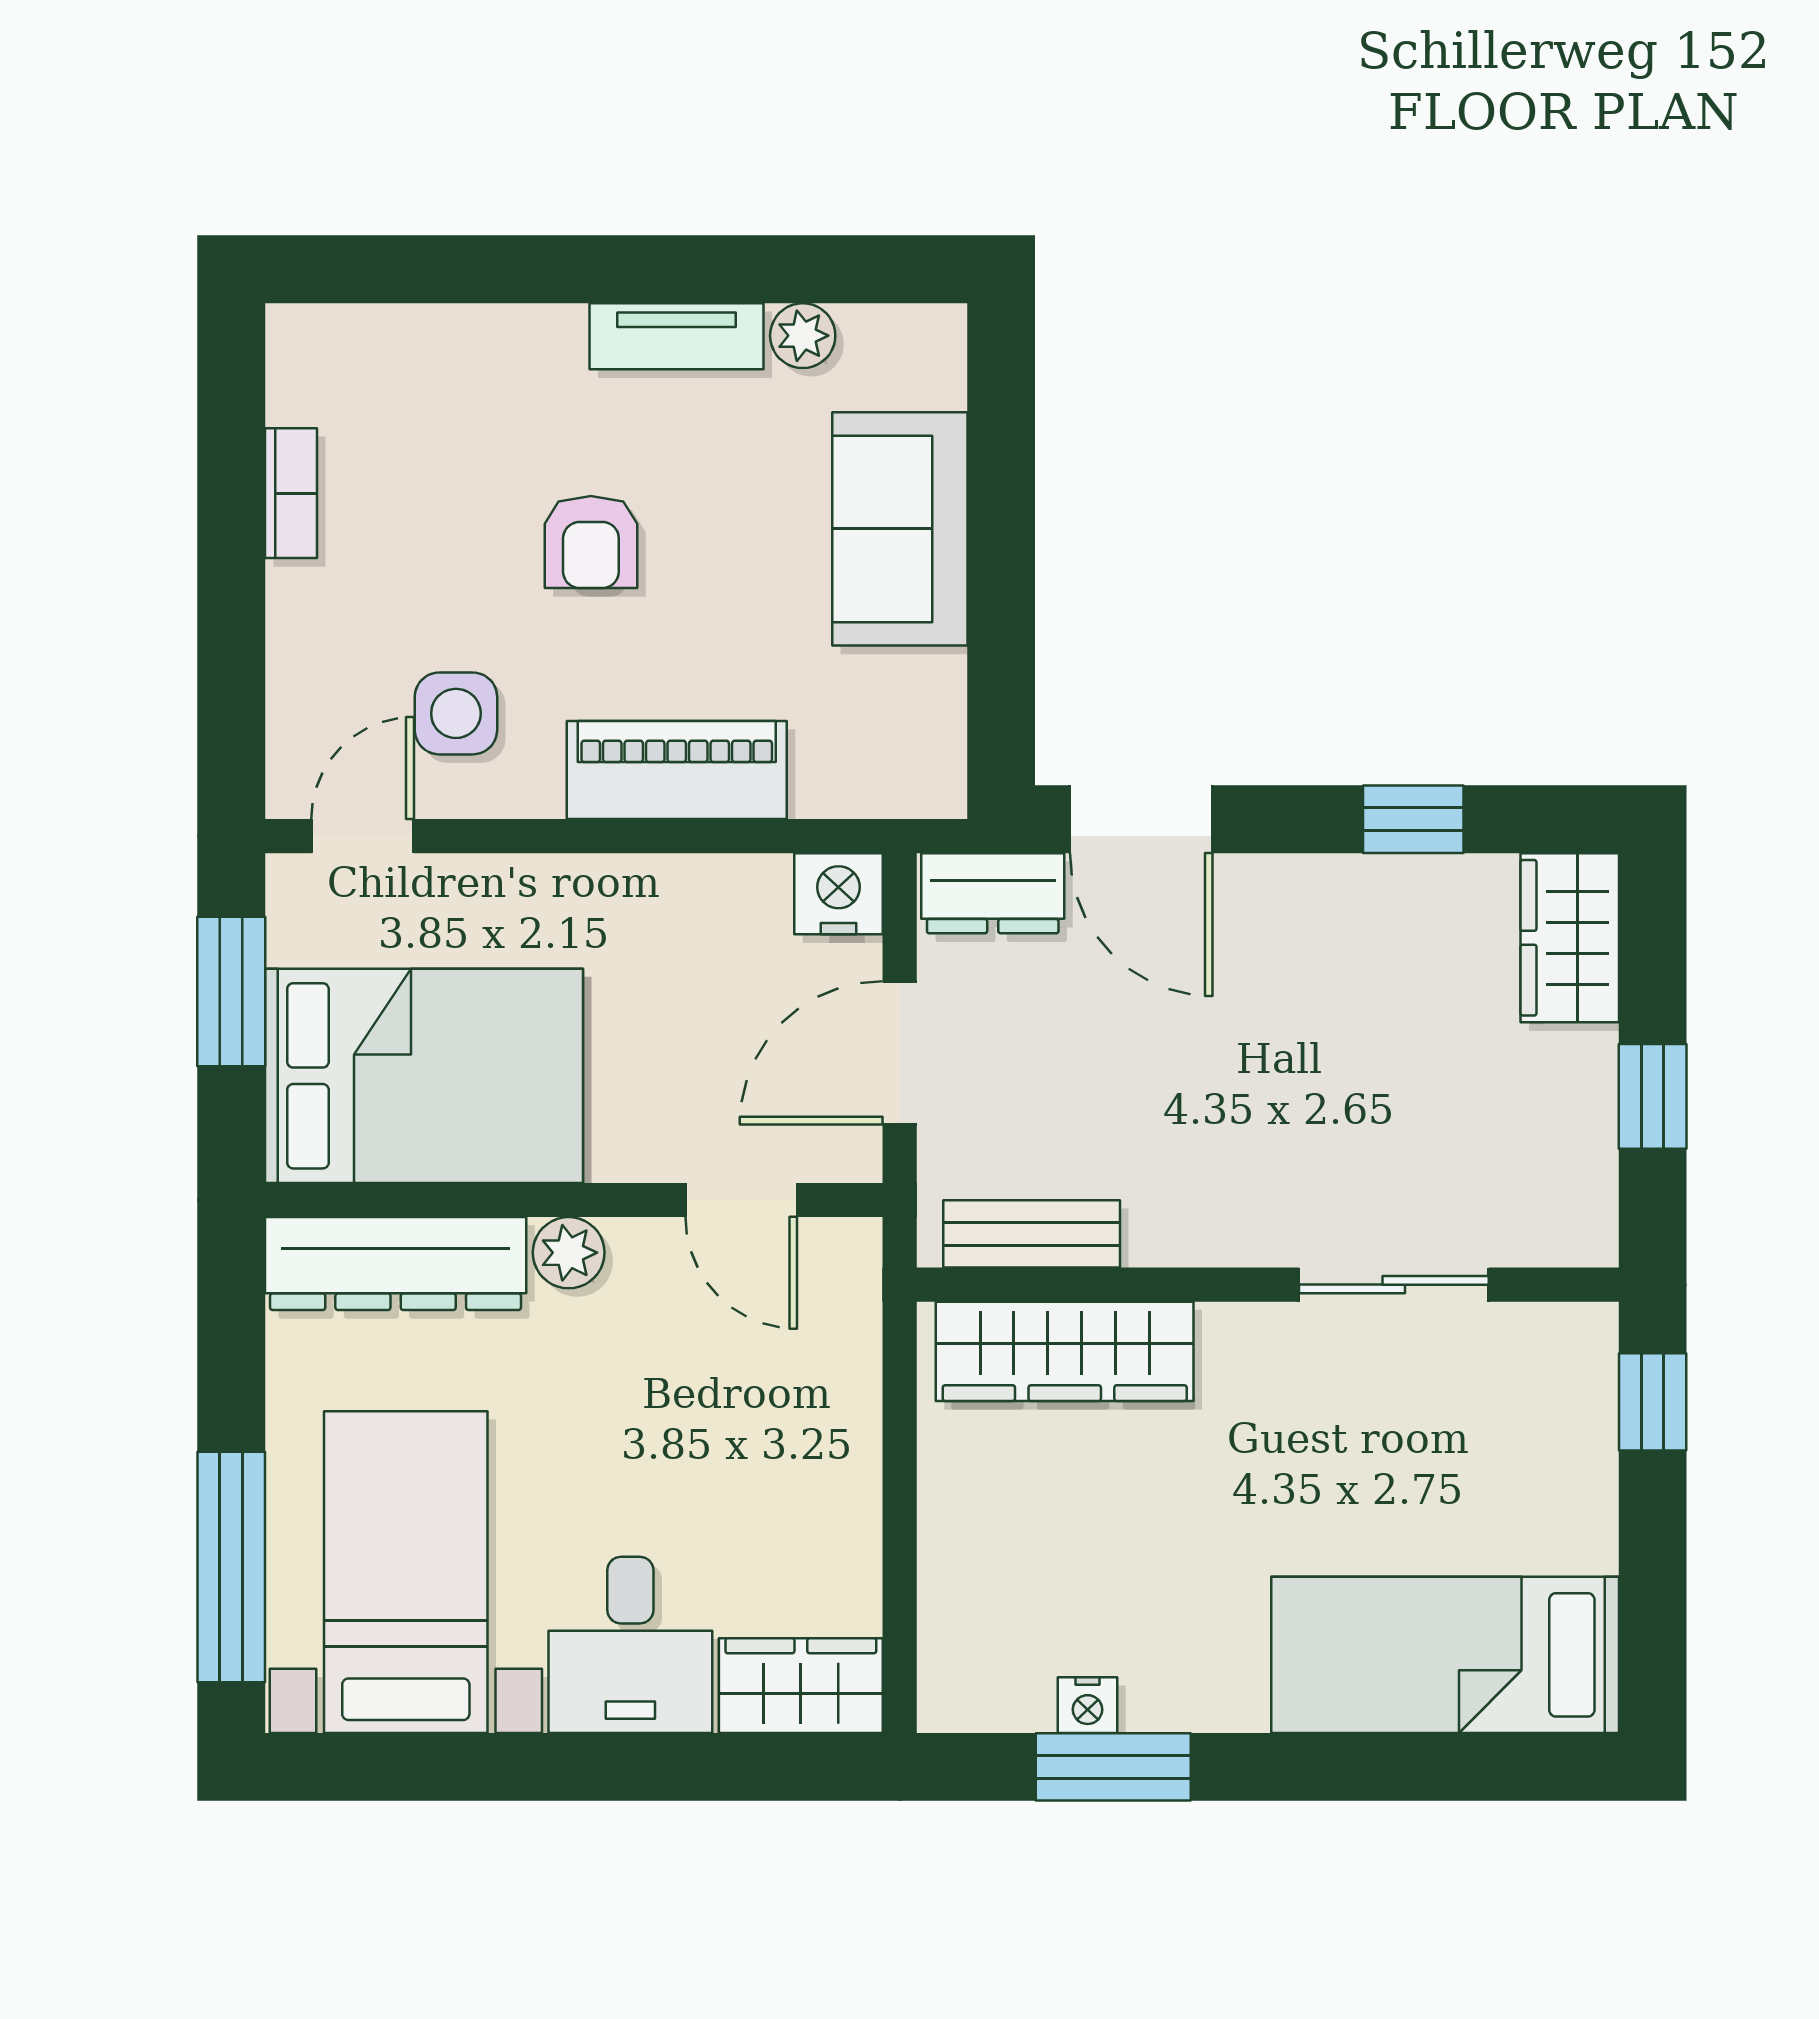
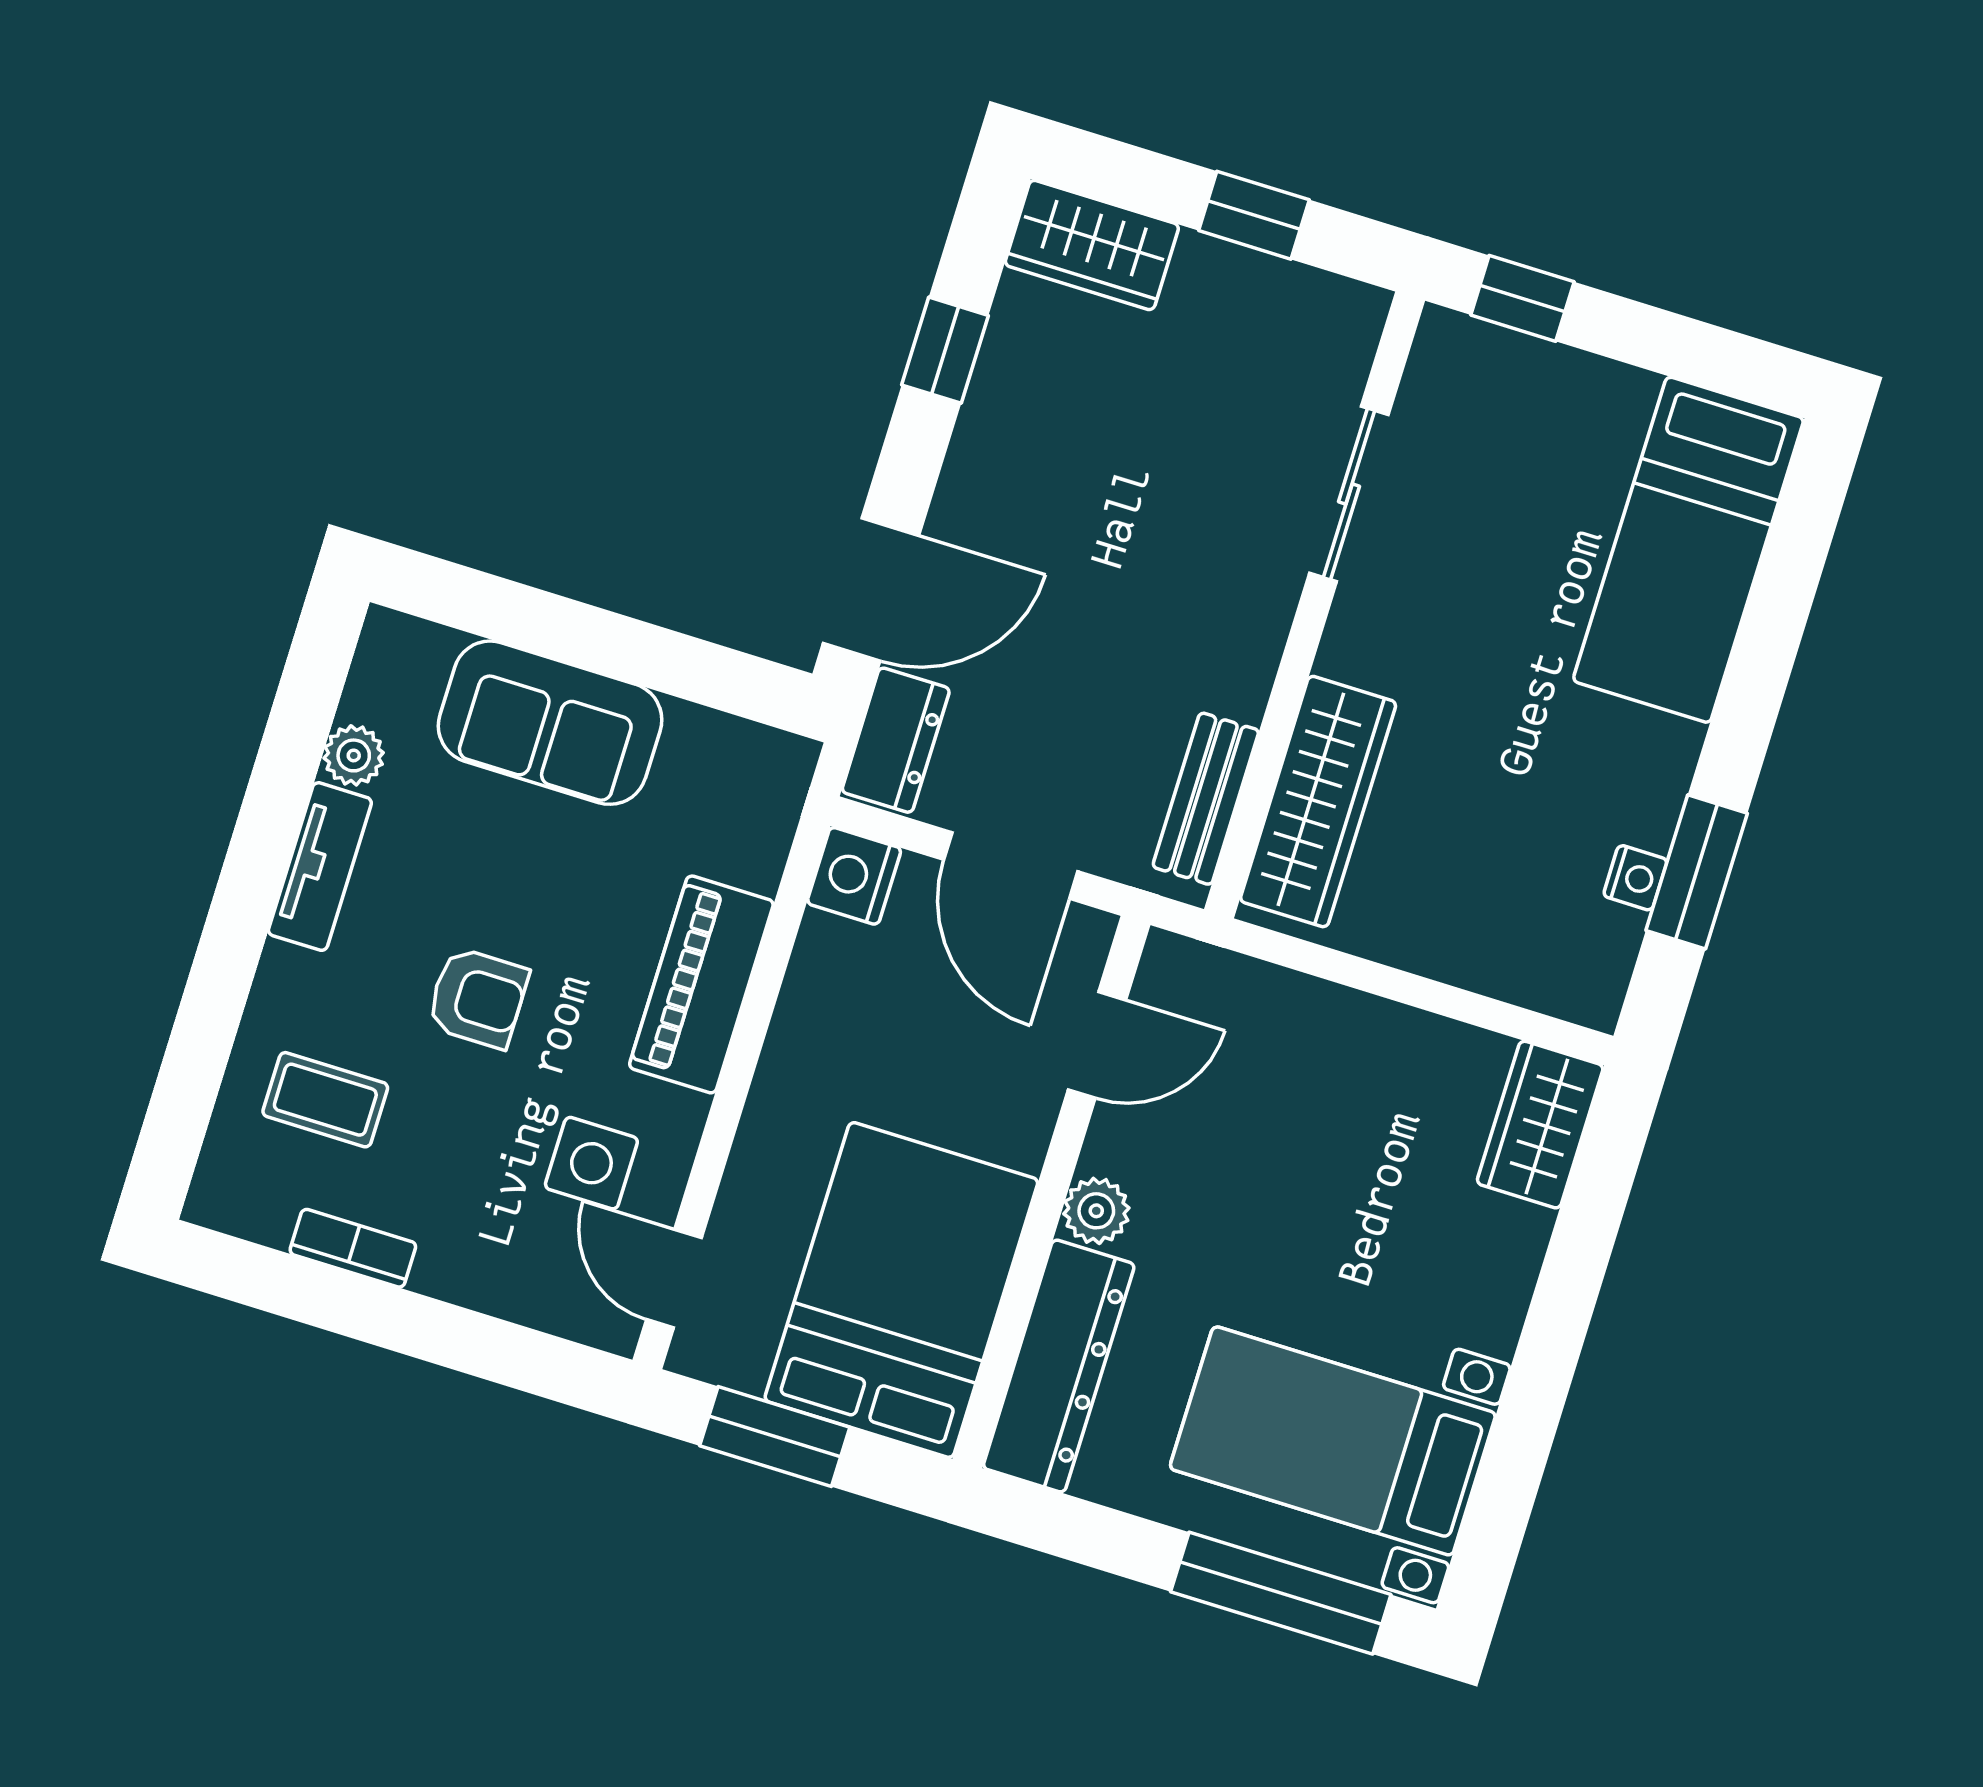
coffee table: (436, 417) -> (325, 1100), added
desk: (630, 1645) -> (1458, 1263), removed

